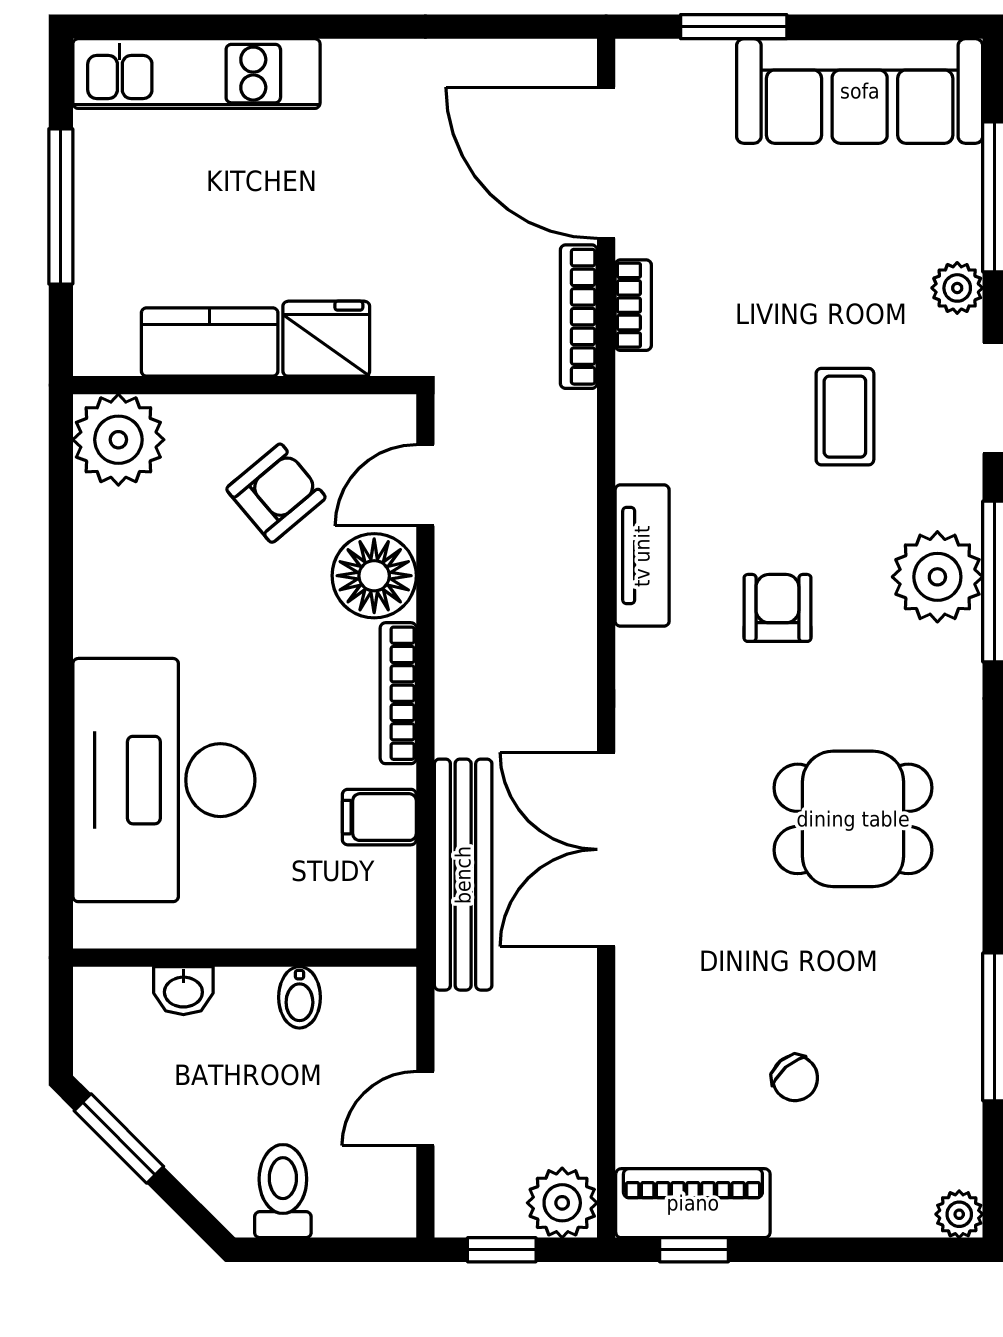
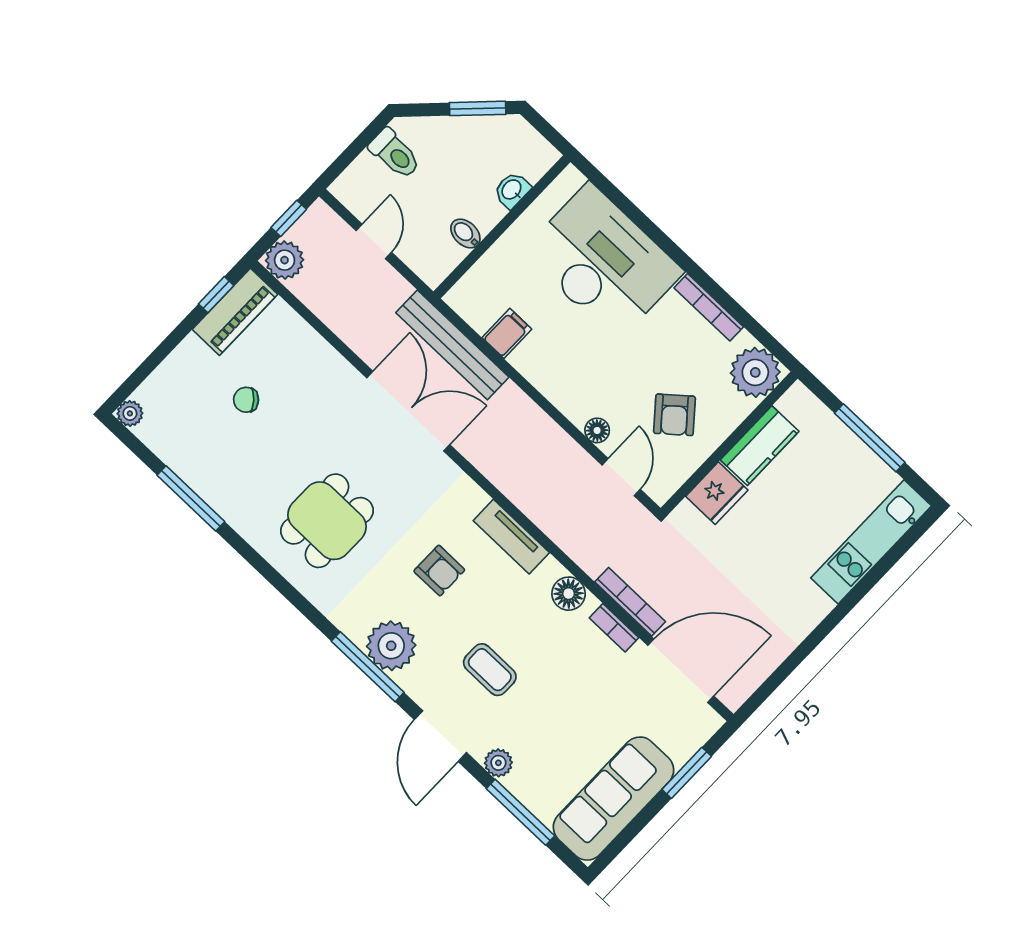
floor lamp: (645, 408) -> (569, 594), added
floor lamp: (374, 576) -> (597, 430), width x0.53, depth x0.53
bookcase: (398, 693) -> (709, 307), moved, turned 180

